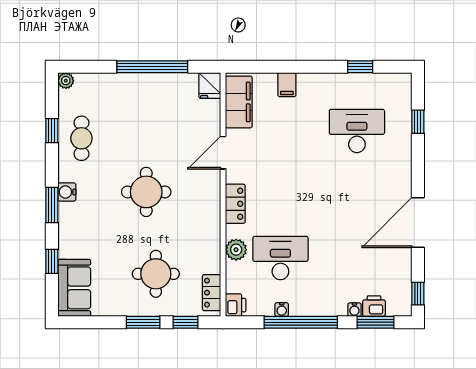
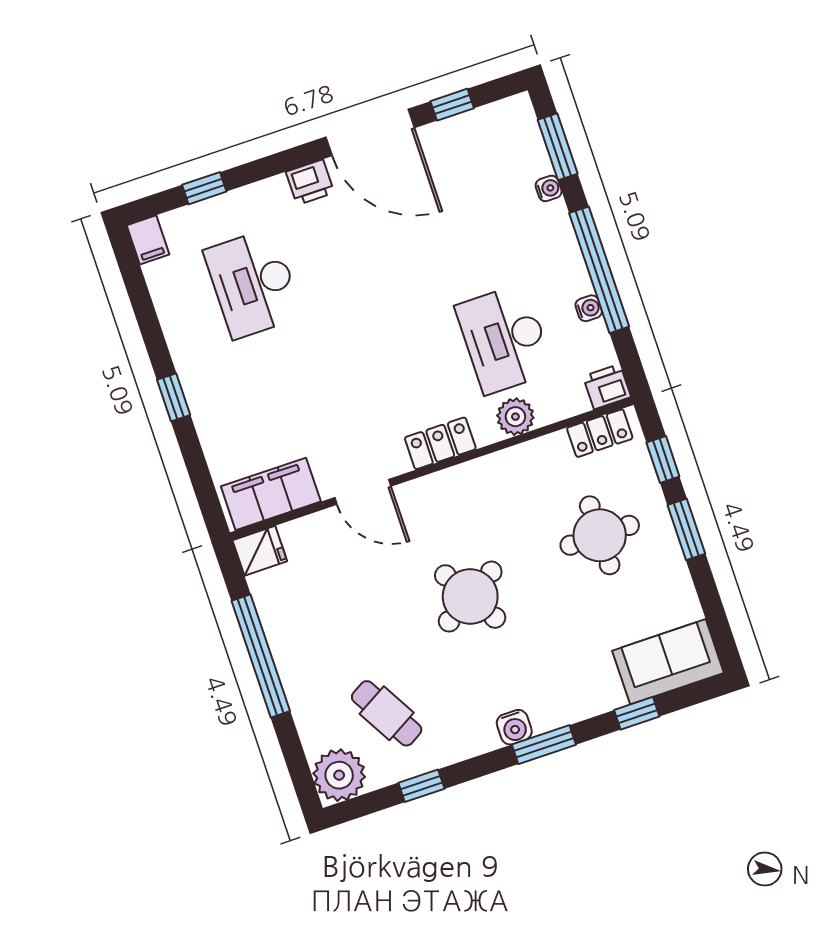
window: (360, 67) -> (174, 397), moved
plant: (66, 81) -> (339, 775), width x1.87, depth x1.87
filing cabinet: (287, 85) -> (148, 240), moved, turned 90
cafe table: (81, 138) -> (387, 713), moved, turned 60
round table: (146, 192) -> (470, 597), turned -31
window: (418, 294) -> (452, 105), moved
printer: (374, 306) -> (310, 182), moved, turned -90

